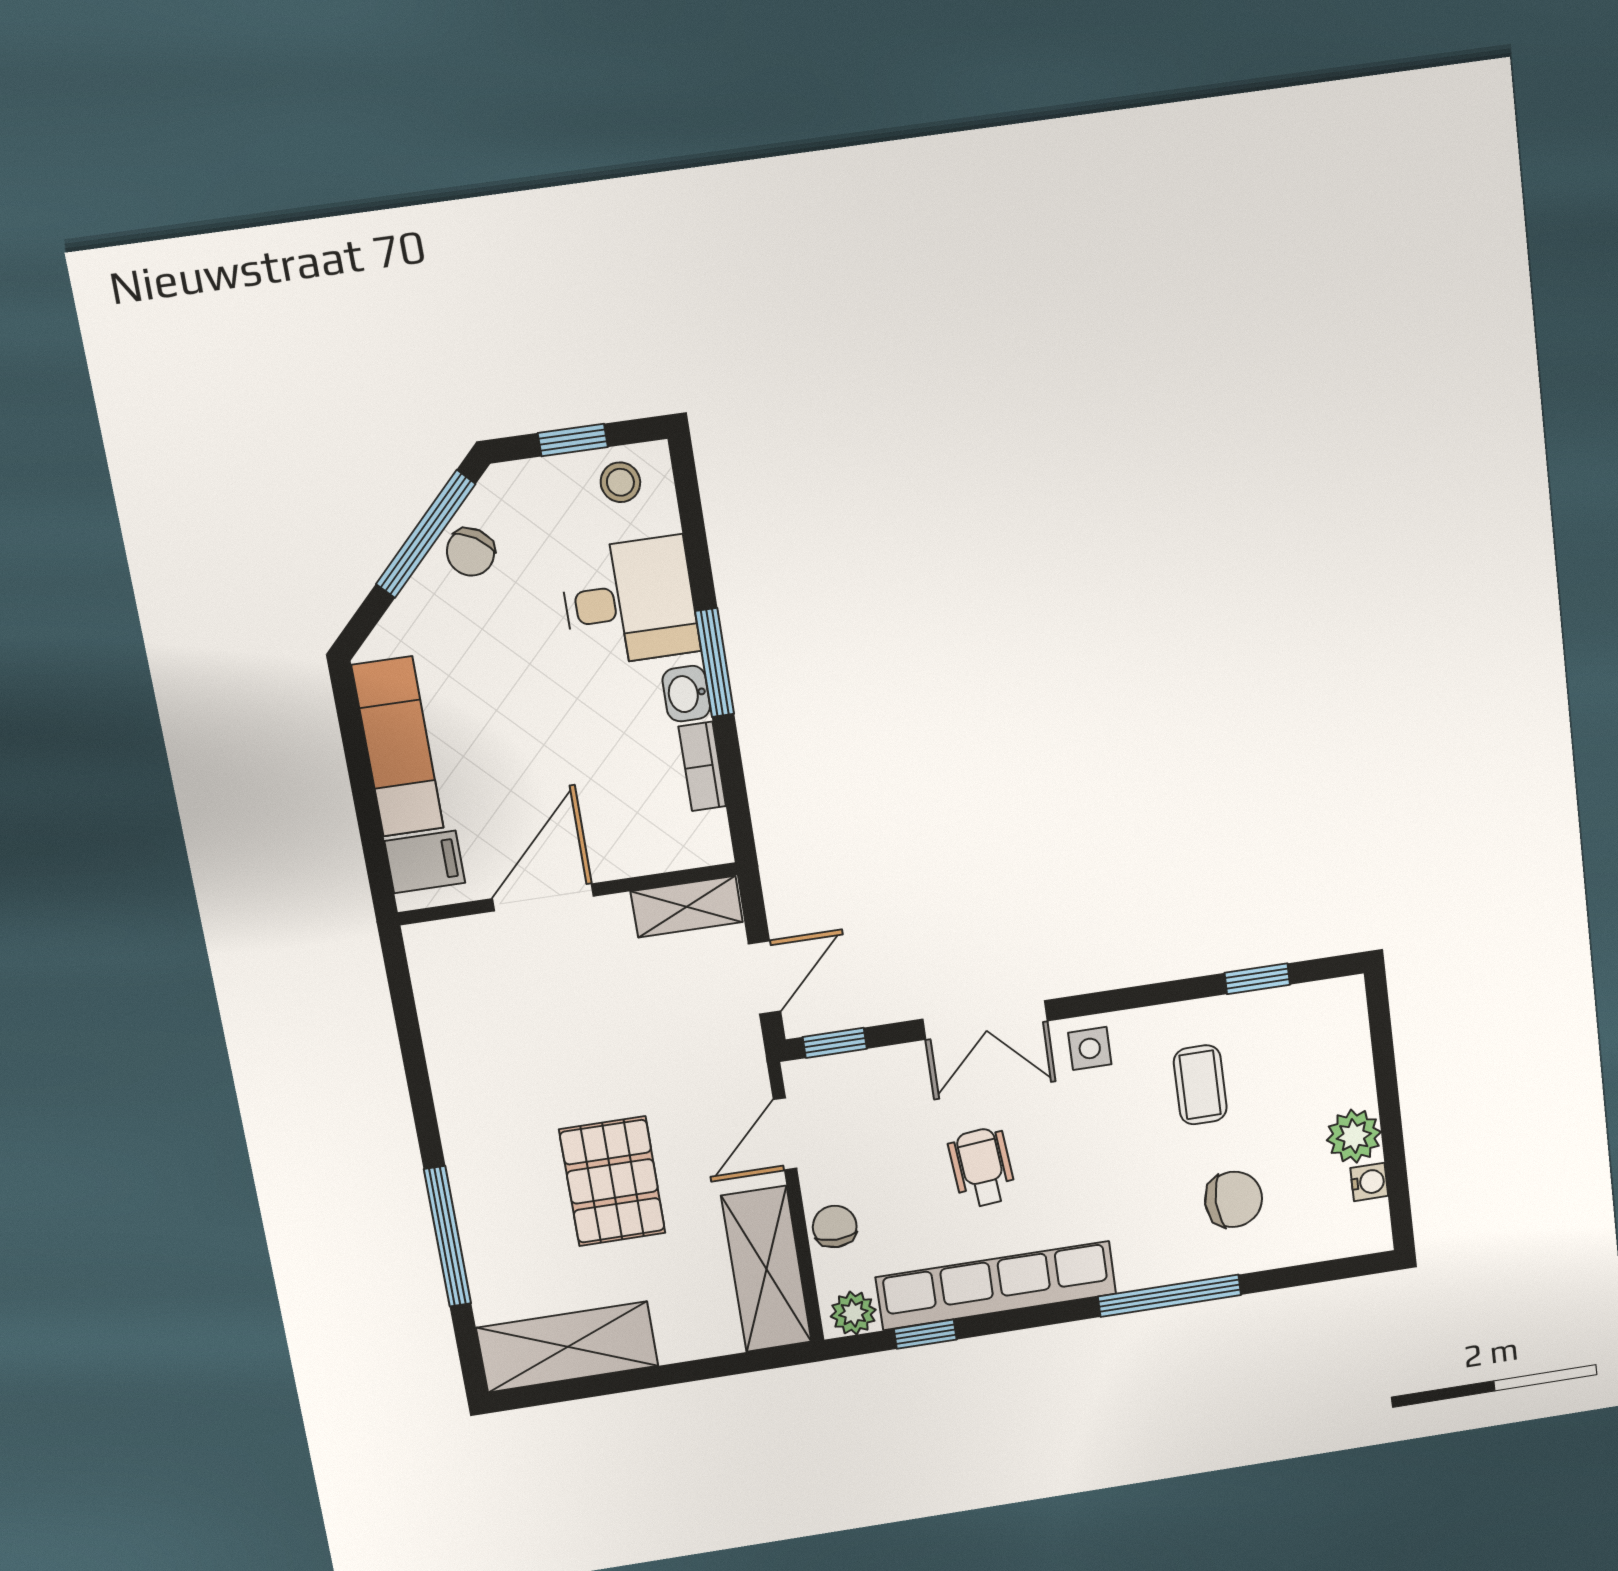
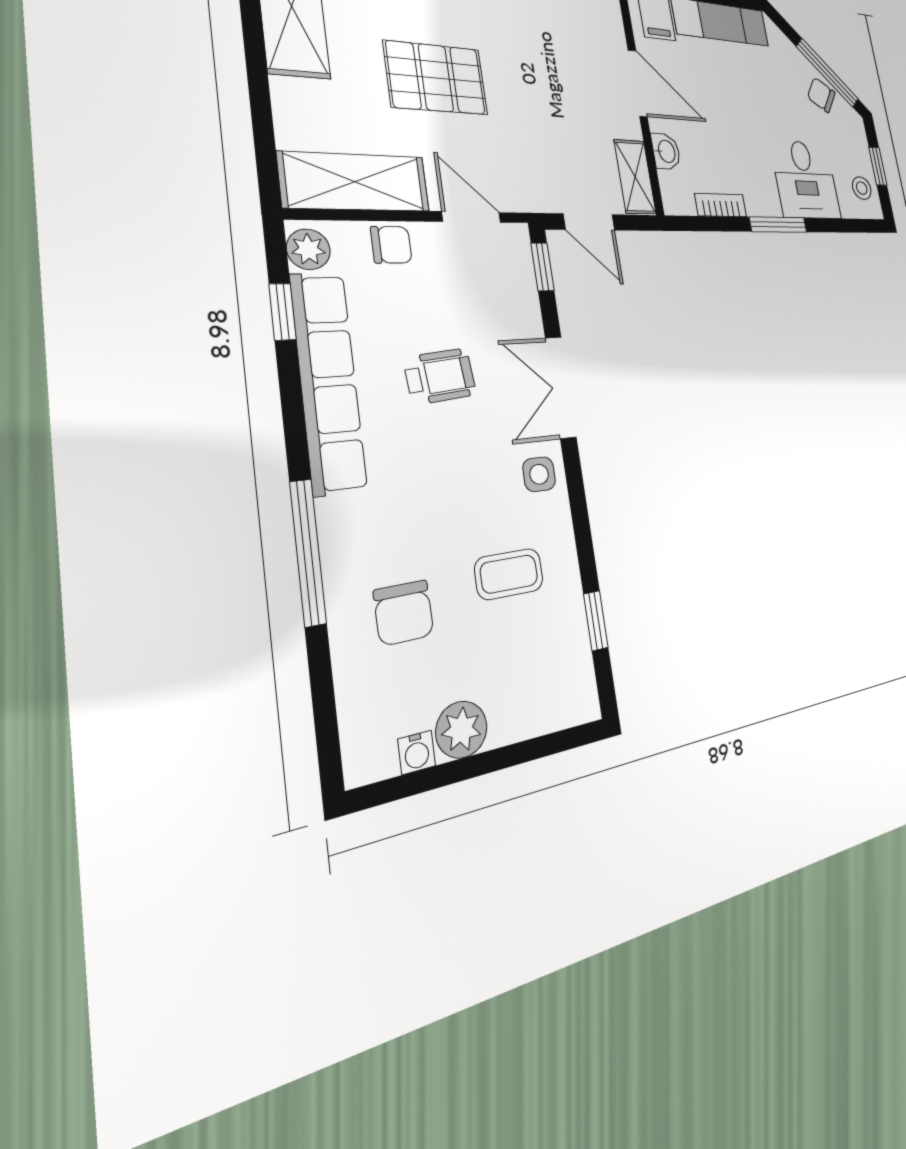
washbasin: (686, 694) -> (666, 151), moved, turned 90

